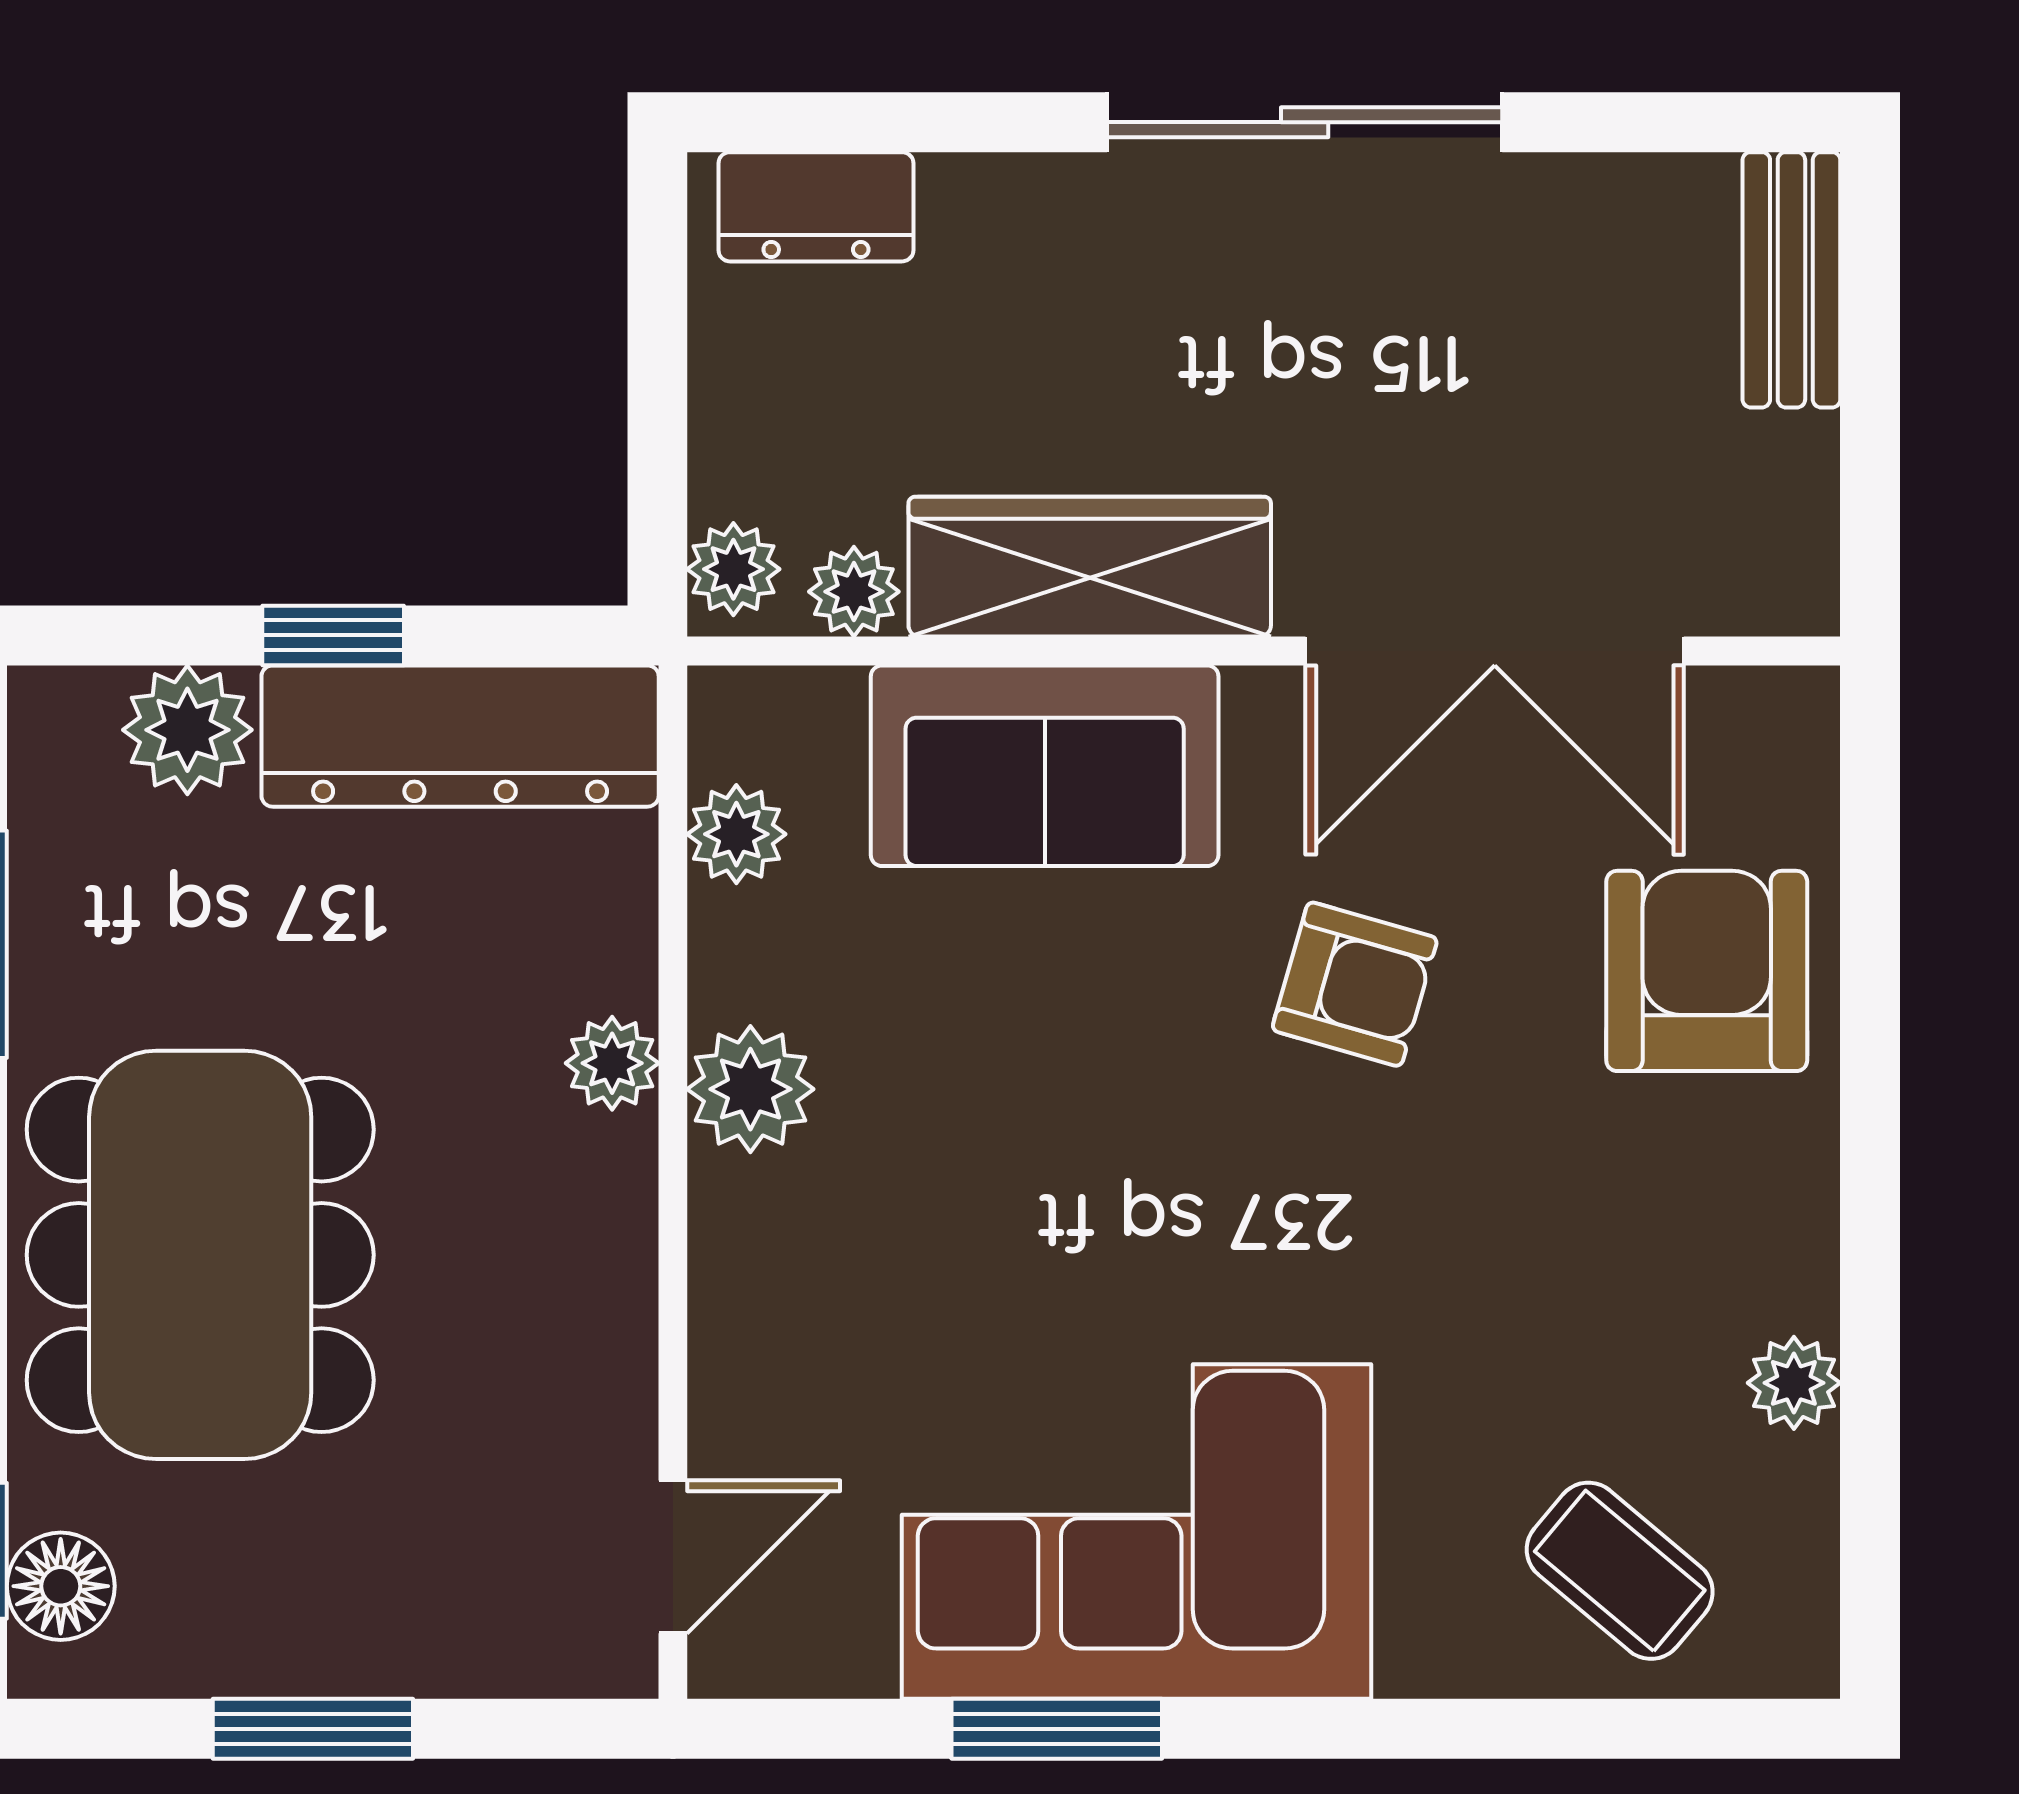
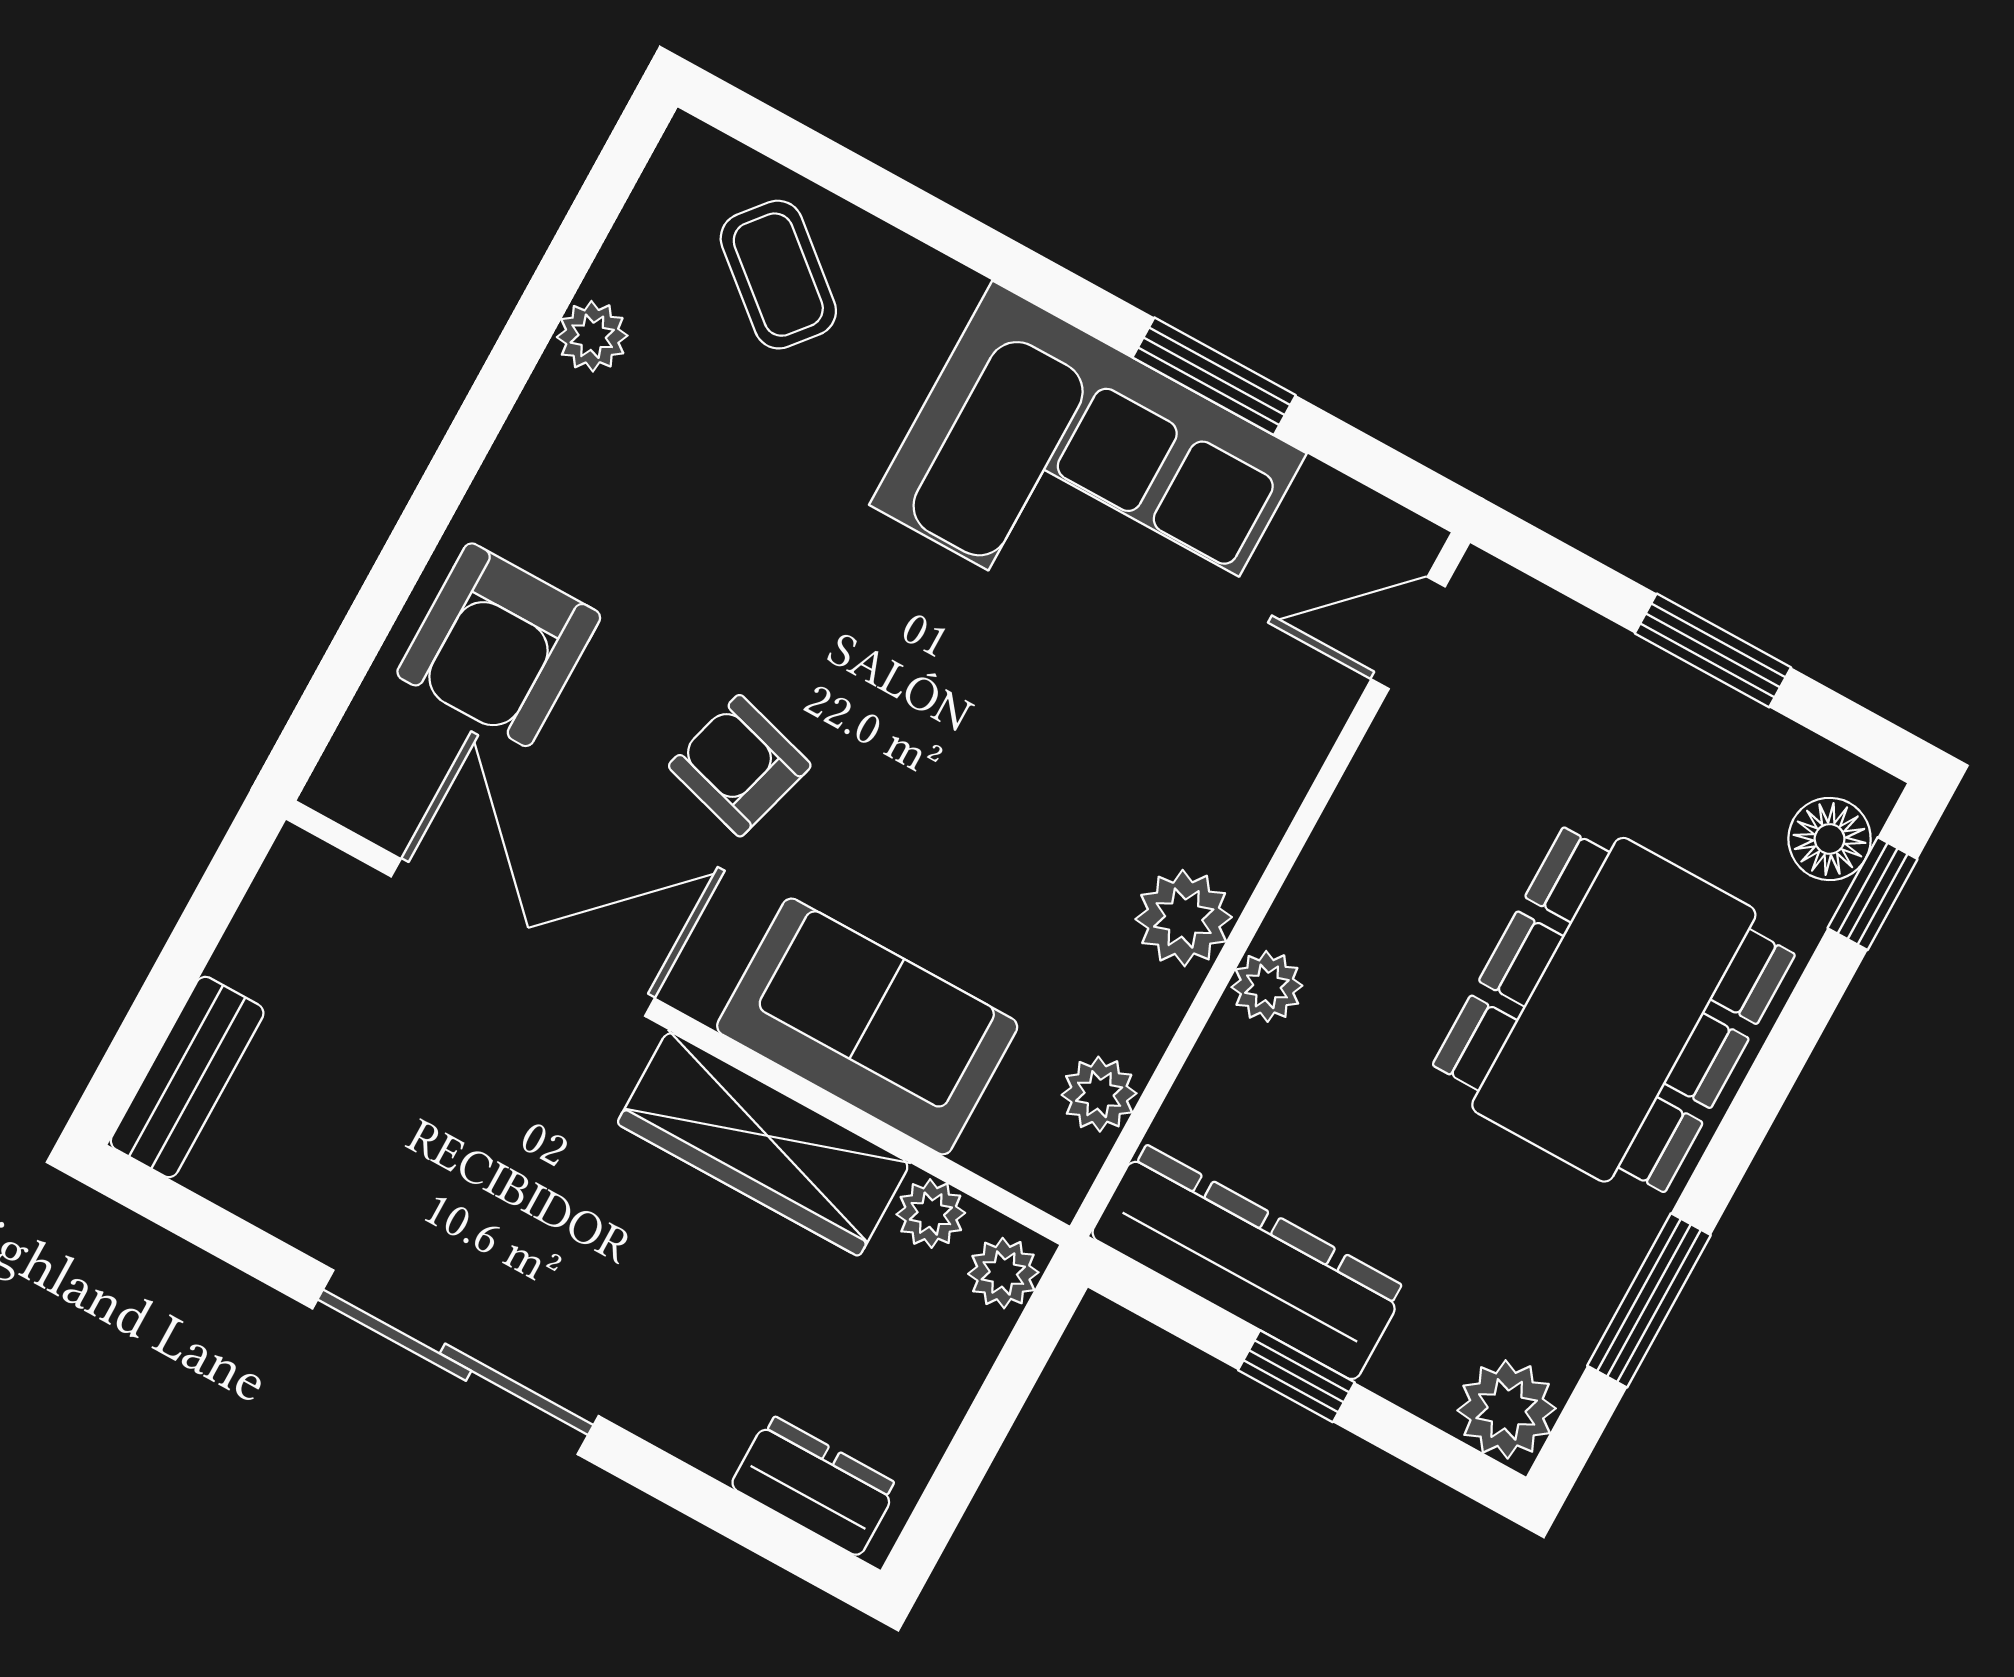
plant: (187, 730) -> (1507, 1409), moved

